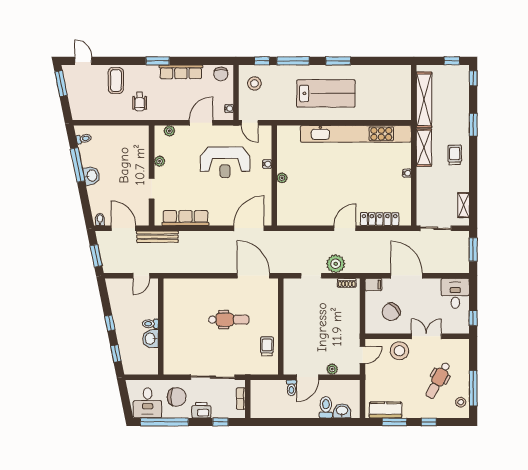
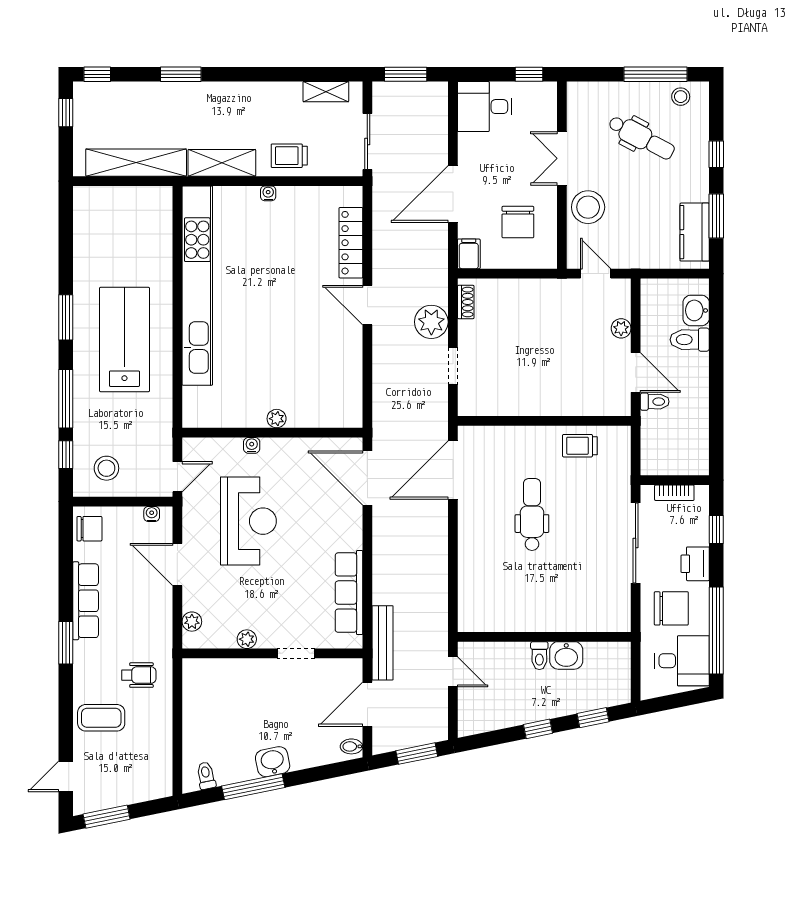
trolley: (455, 155) -> (289, 156), moved
chair: (391, 312) -> (518, 222), turned 43
chair: (177, 397) -> (671, 608), turned 90

